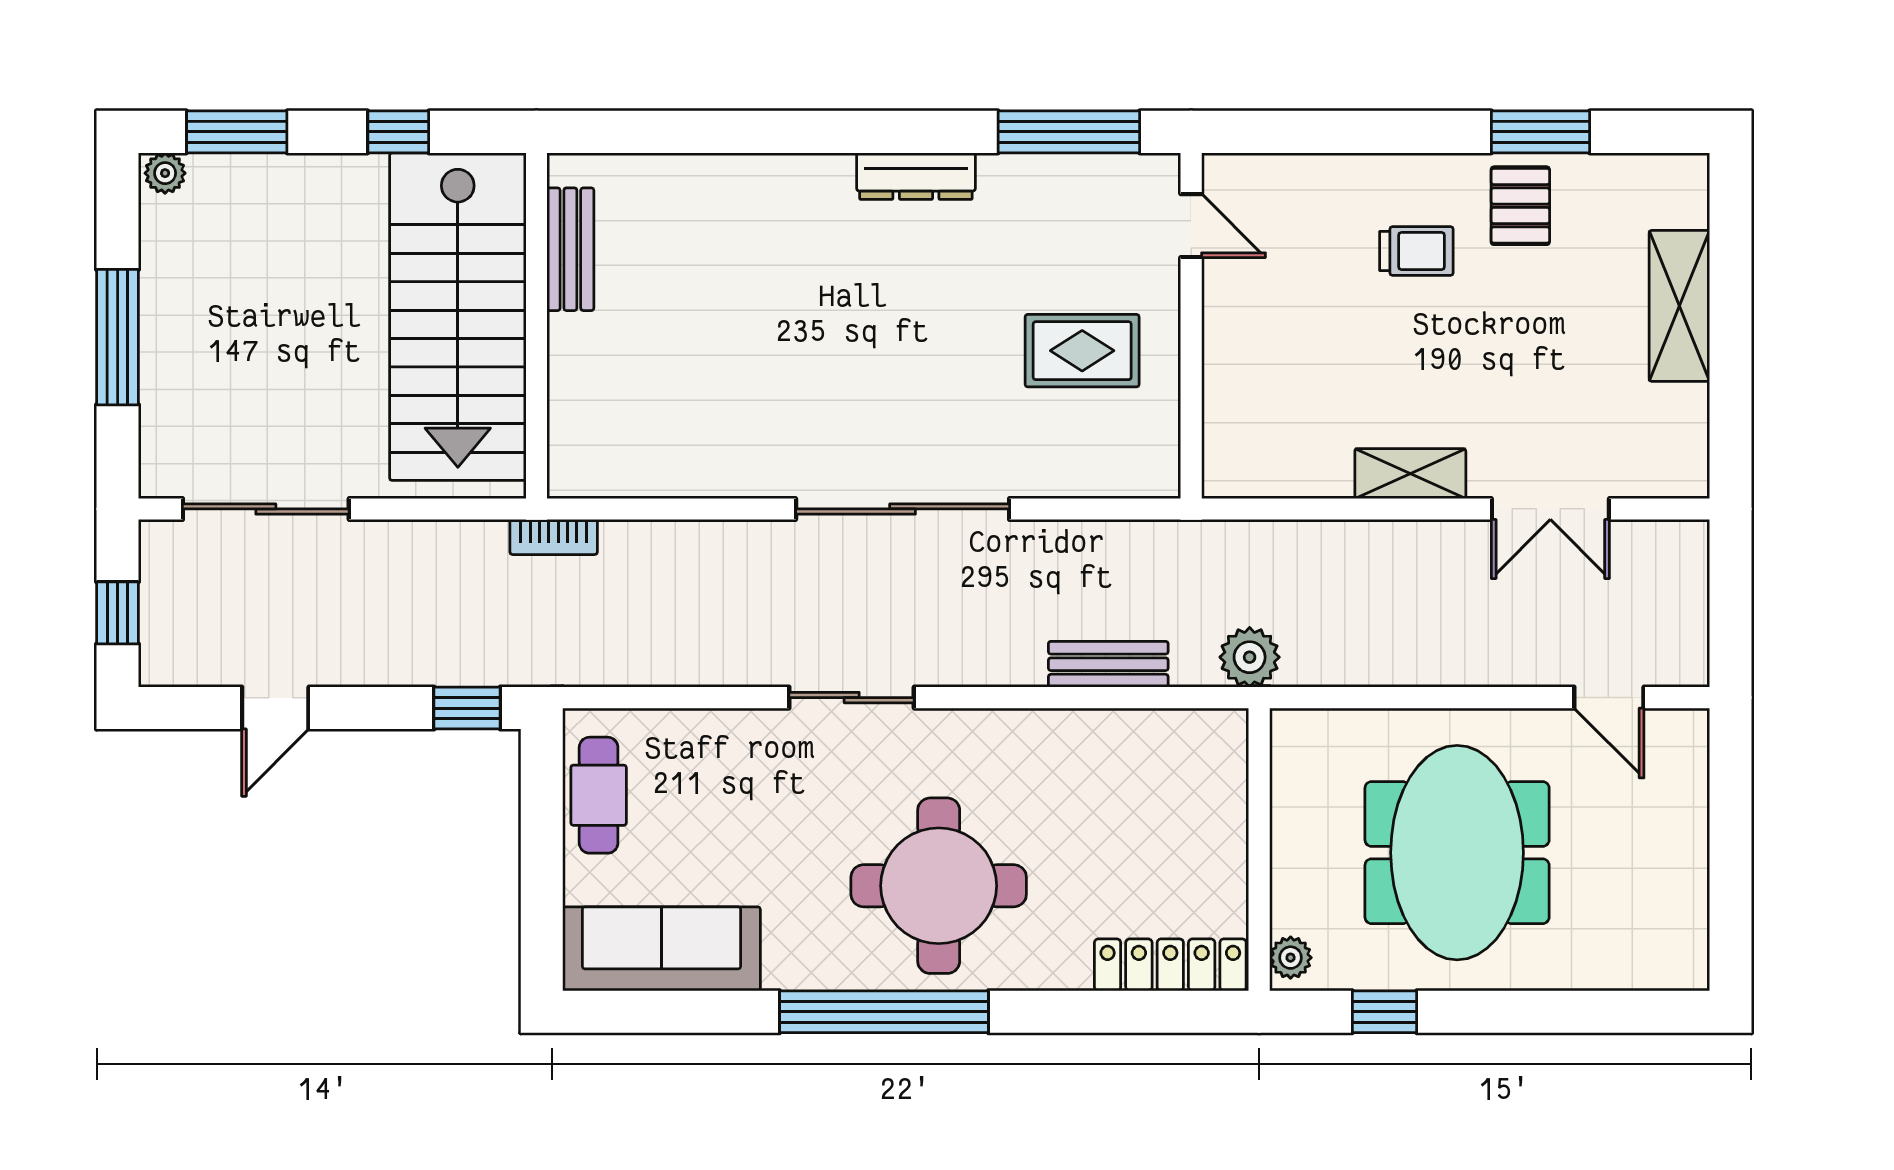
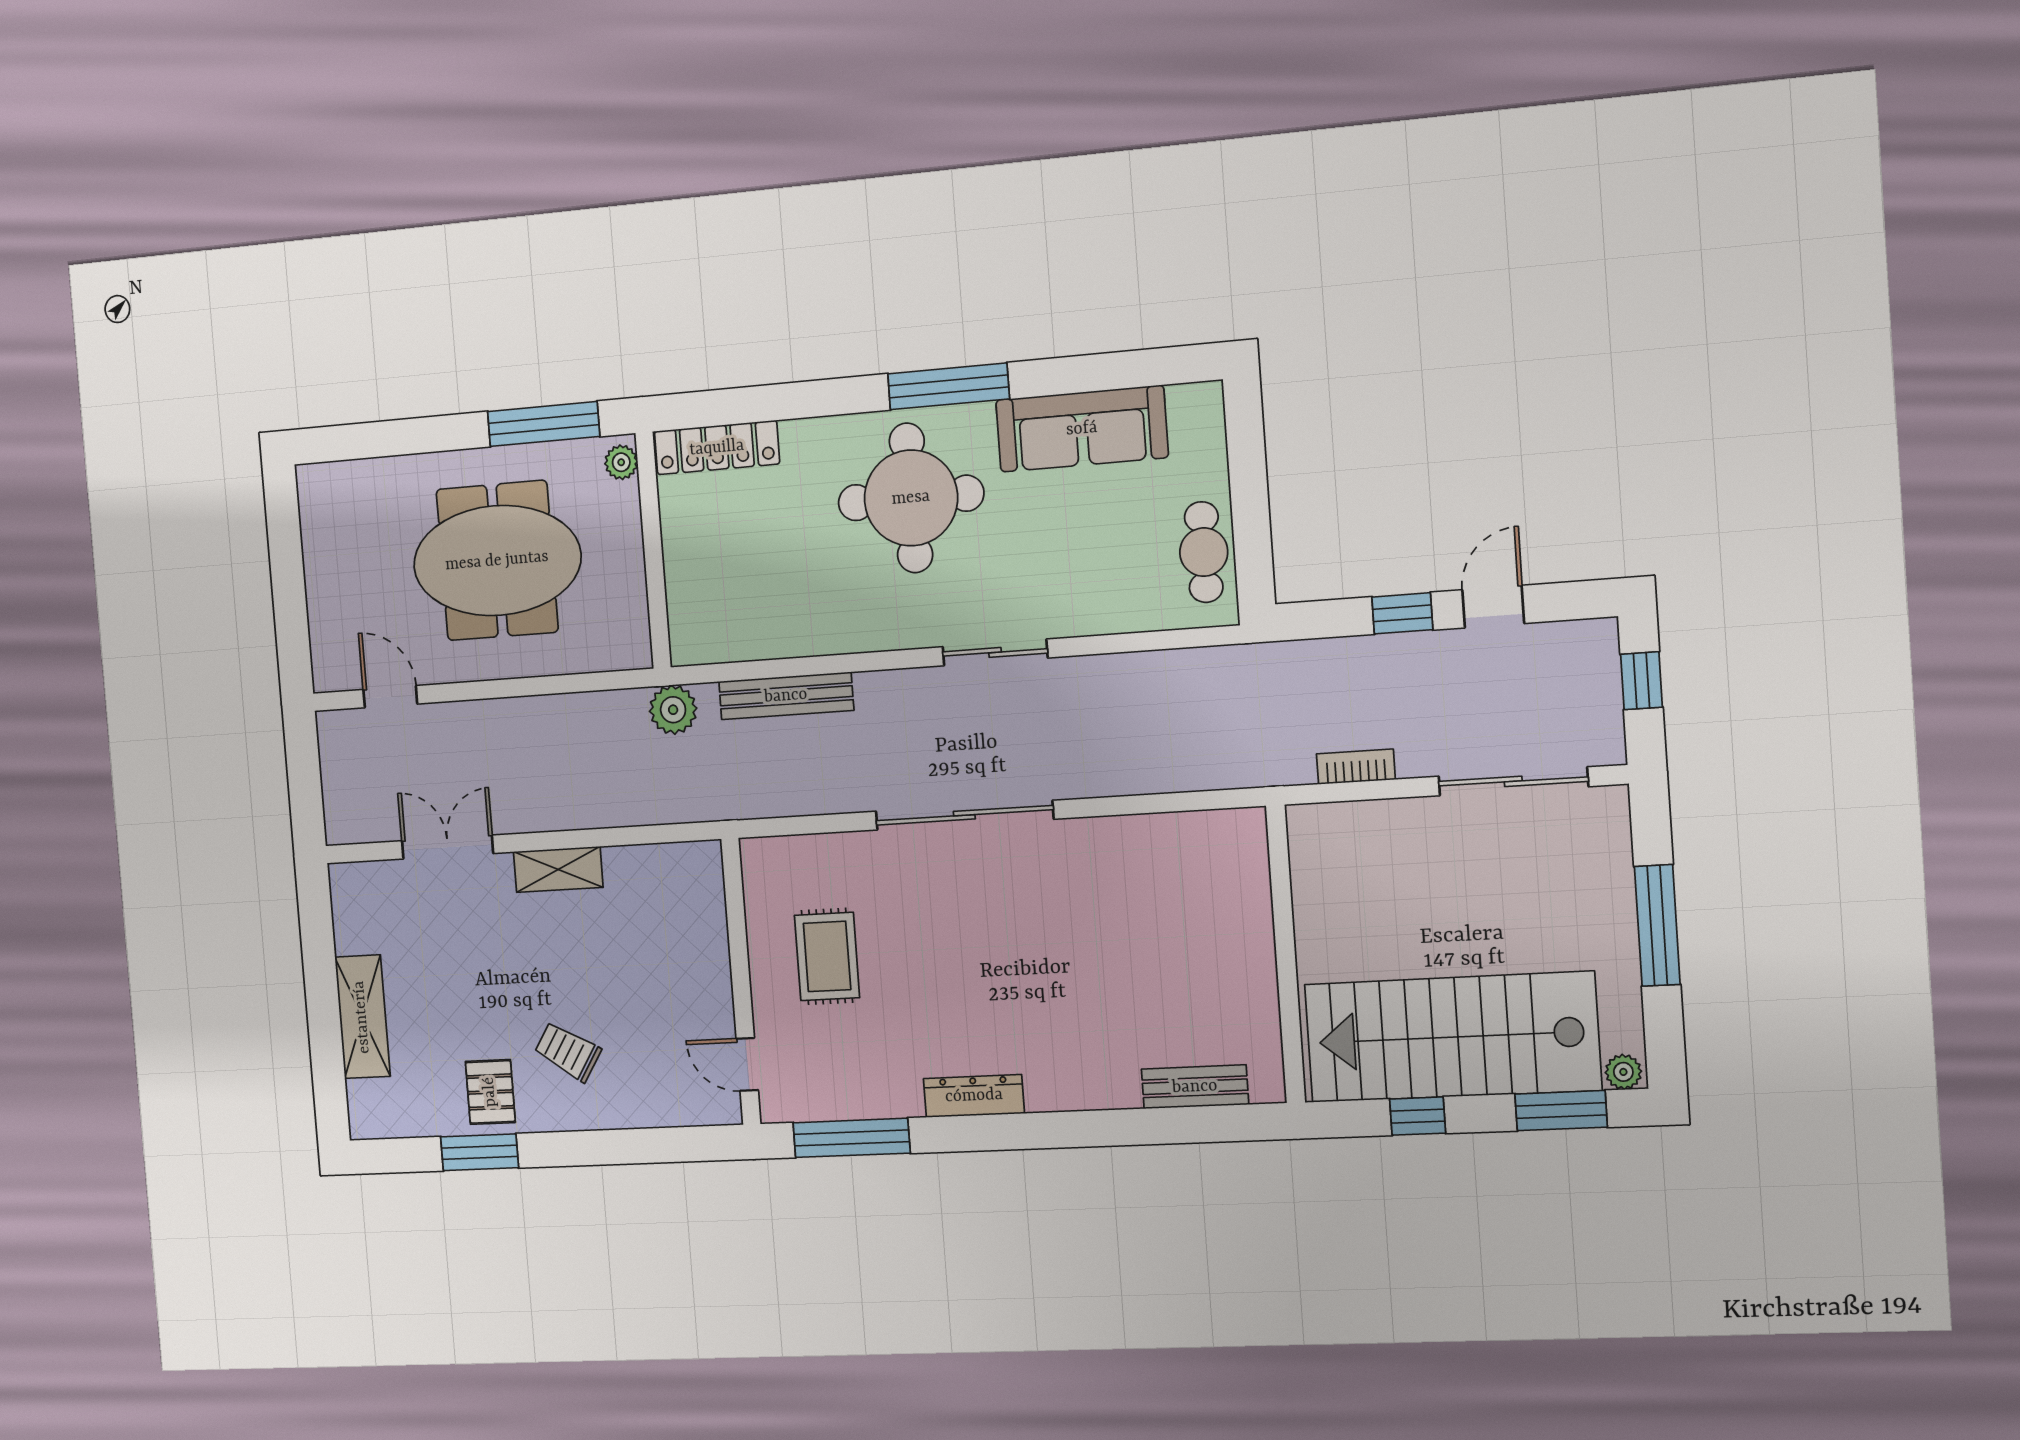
bench: (570, 249) -> (1195, 1087), moved, turned 90
trolley: (1416, 251) -> (568, 1052), turned 32
stairs: (458, 317) -> (1452, 1037), moved, turned -90
rug: (1082, 351) -> (827, 956), turned 90
bookcase: (554, 537) -> (1356, 767), moved
bench: (1108, 664) -> (786, 696), width x1.36
window: (467, 708) -> (1402, 613), moved
meeting table: (1457, 853) -> (497, 561), turned 90
sofa: (662, 949) -> (1082, 429), moved
window: (884, 1012) -> (948, 386), width x0.68
window: (1385, 1012) -> (543, 424), width x2.17

